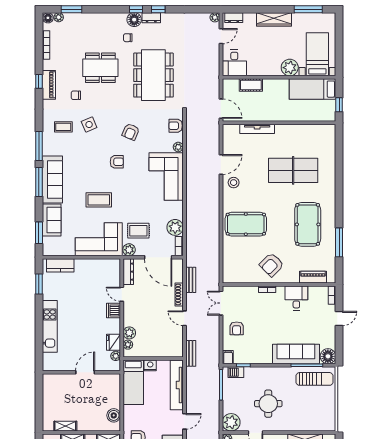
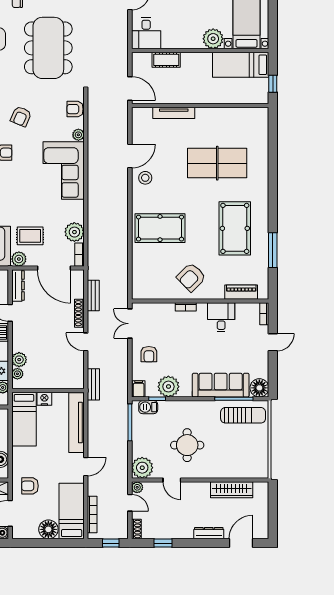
plant: (253, 355) -> (168, 387), added

